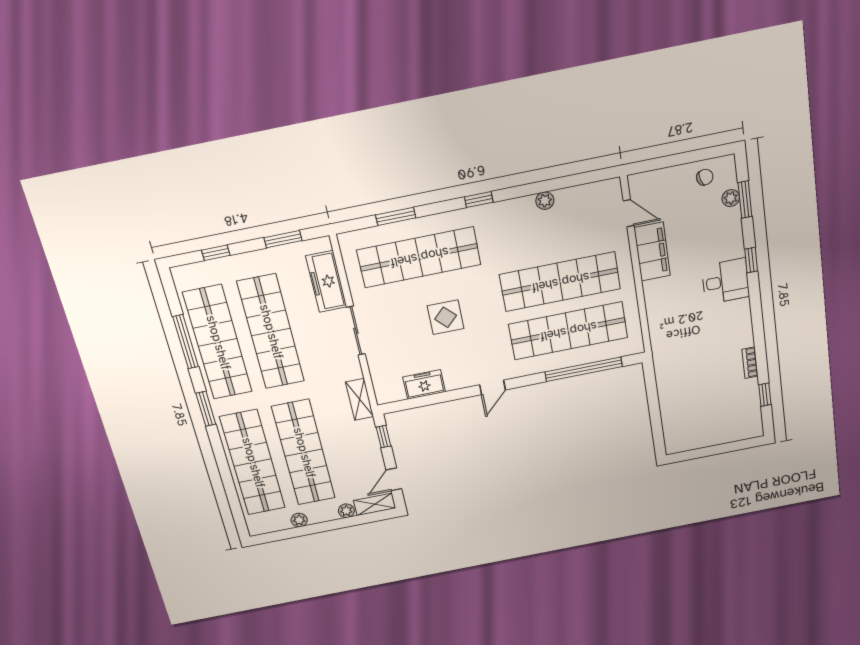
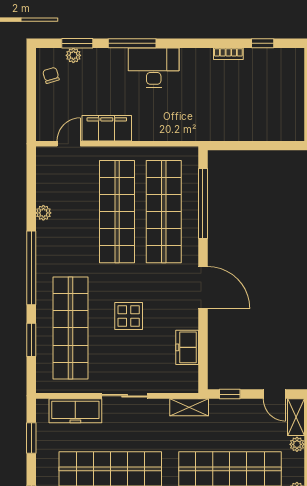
window: (479, 200) -> (31, 268), width x3.17
window: (751, 260) -> (132, 43), width x2.17
desk: (725, 281) -> (154, 68), width x1.37
door: (492, 387) -> (203, 287), width x1.88

